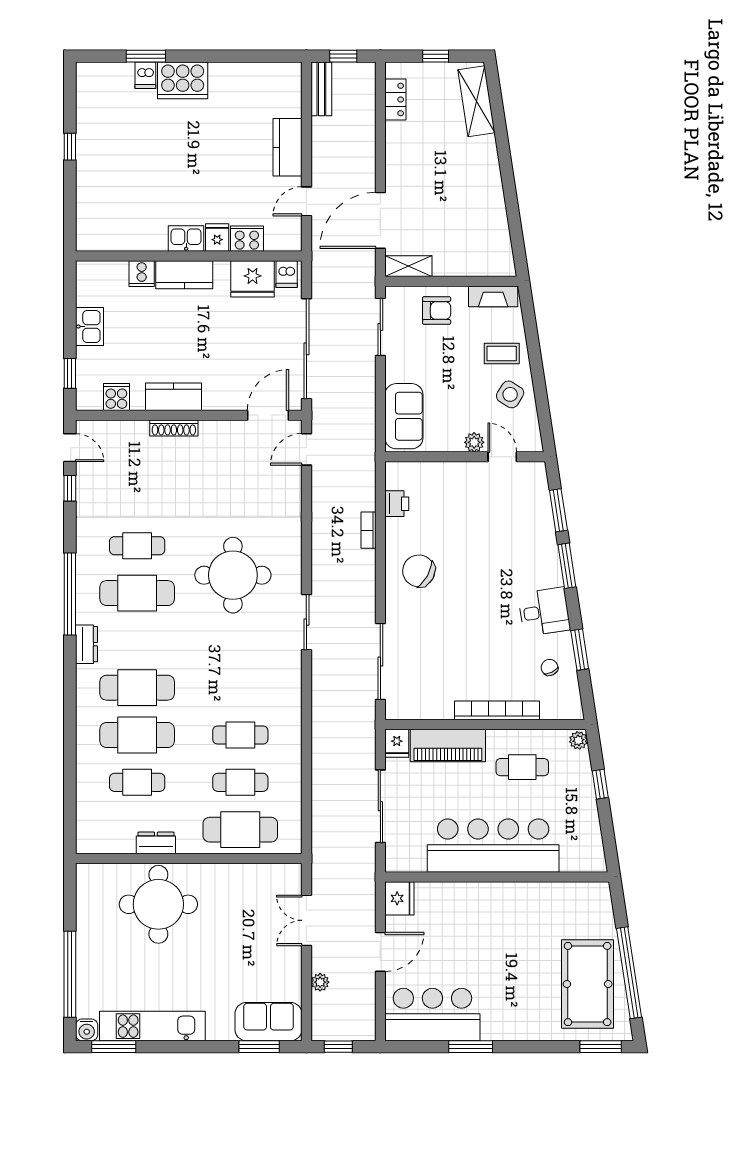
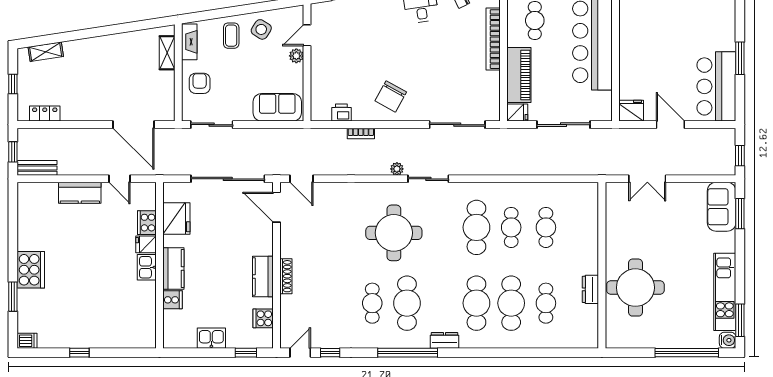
dishwasher: (145, 75) -> (27, 341), moved
shelving: (476, 101) -> (46, 52), width x0.67, depth x0.75
shelving: (408, 266) -> (167, 53), moved
dishwasher: (287, 274) -> (173, 193), removed
cafe table: (240, 830) -> (476, 227), moved
plant: (320, 982) -> (397, 169), moved

